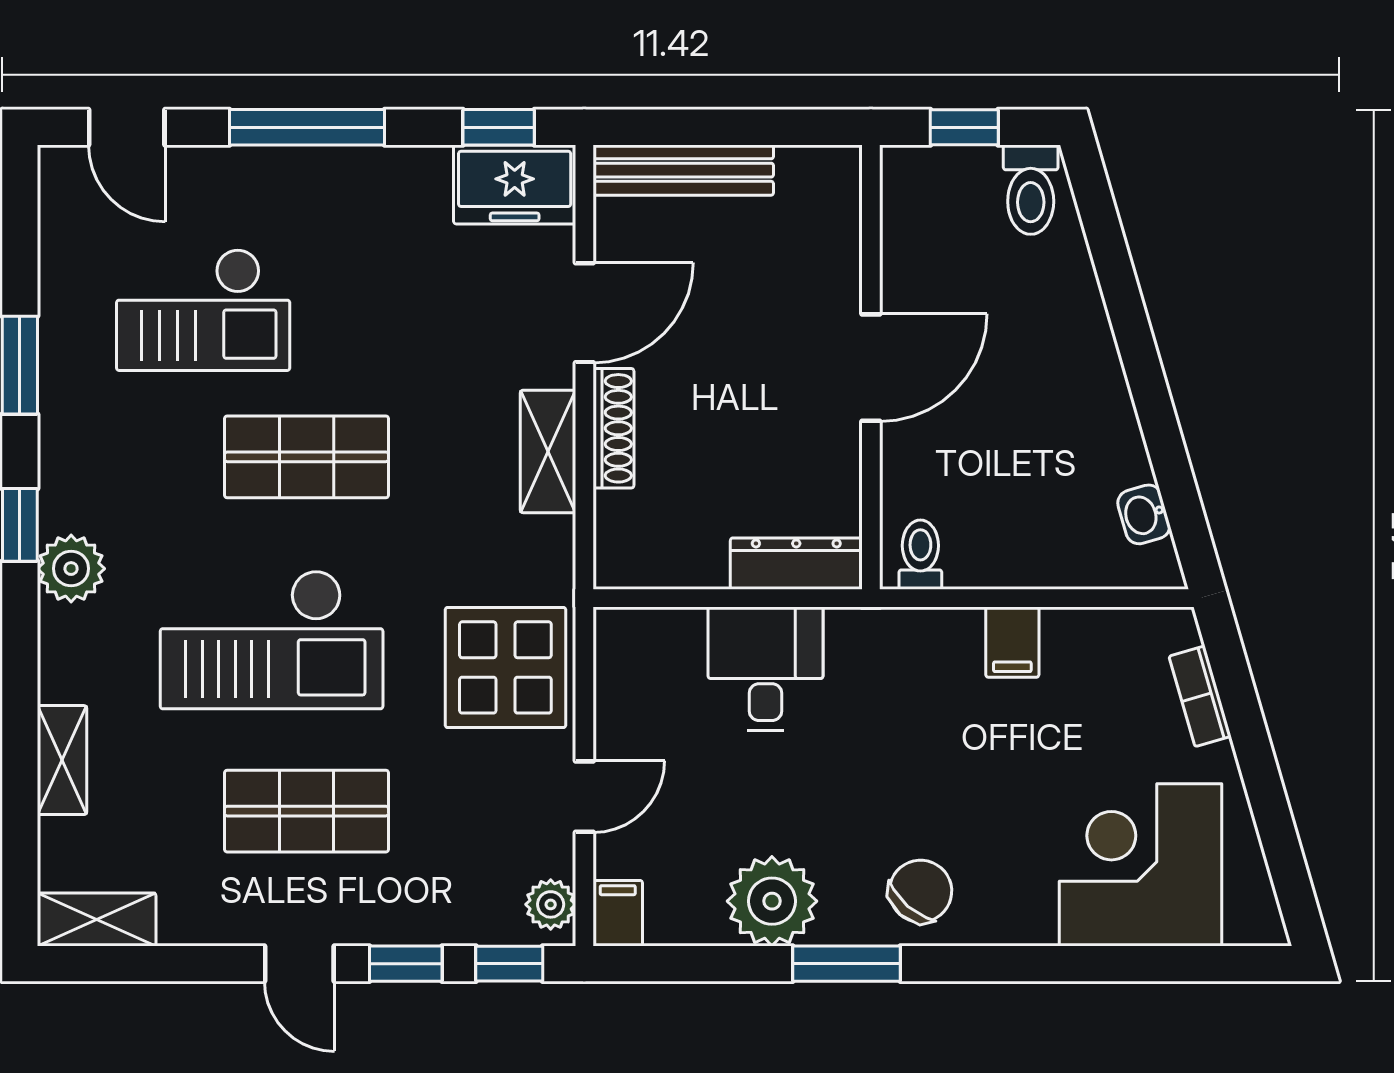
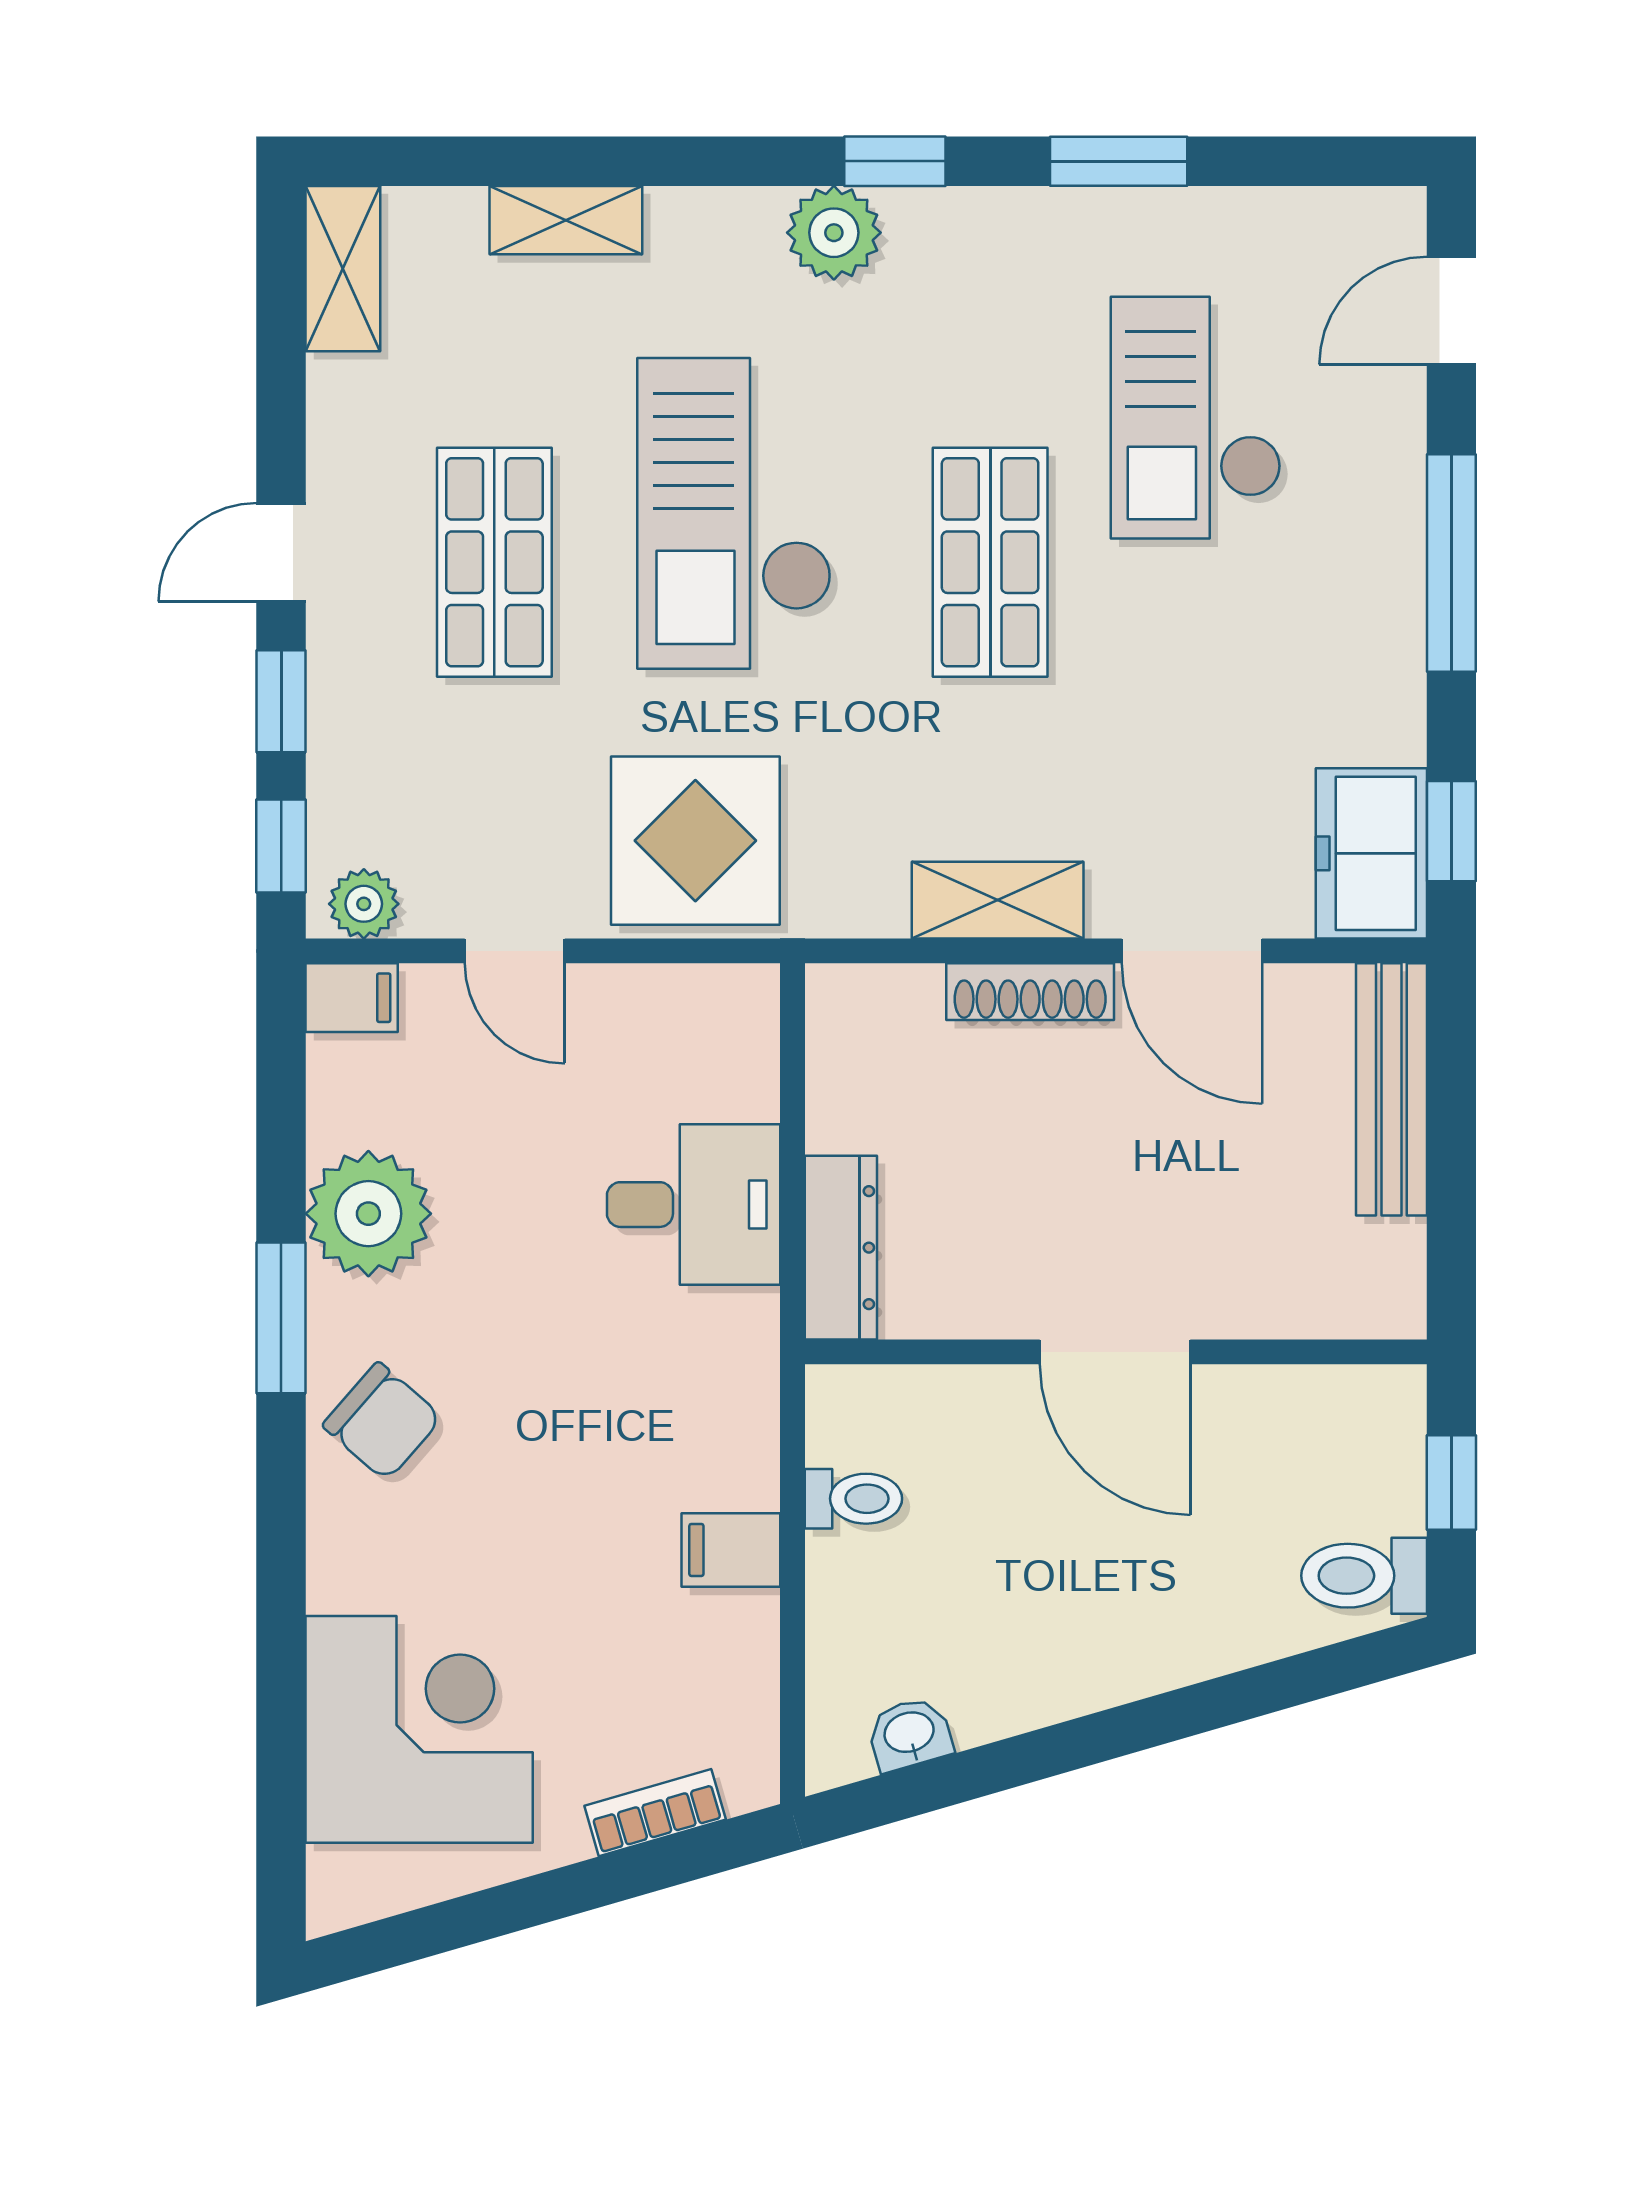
toilet: (920, 555) -> (853, 1499), moved

